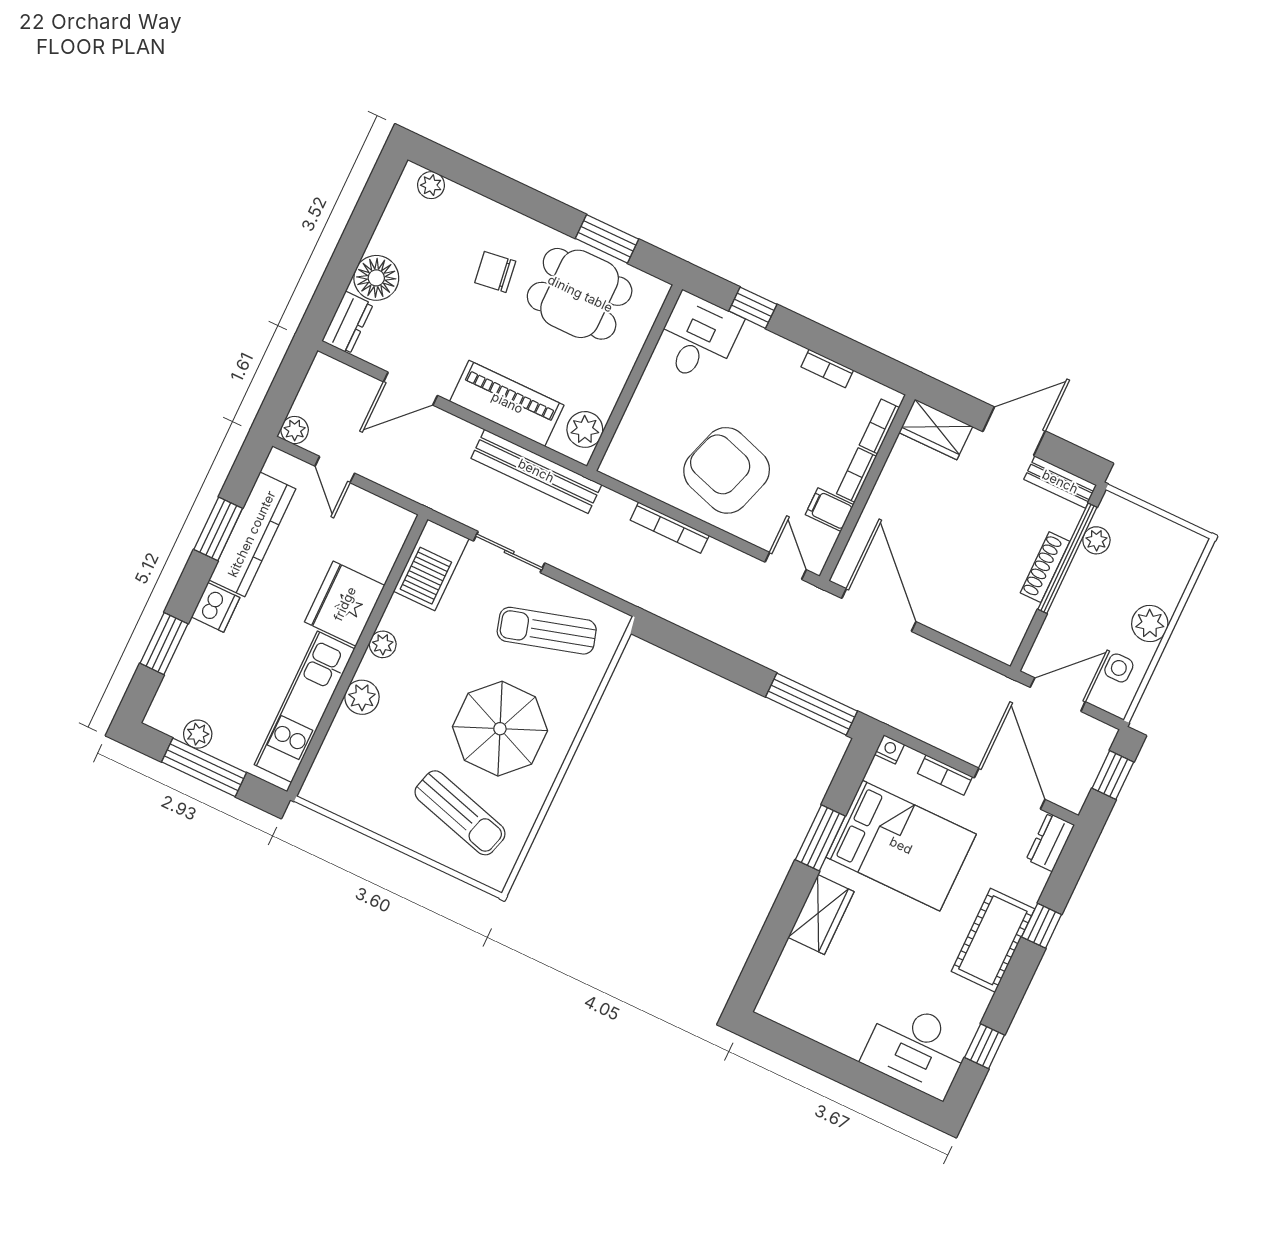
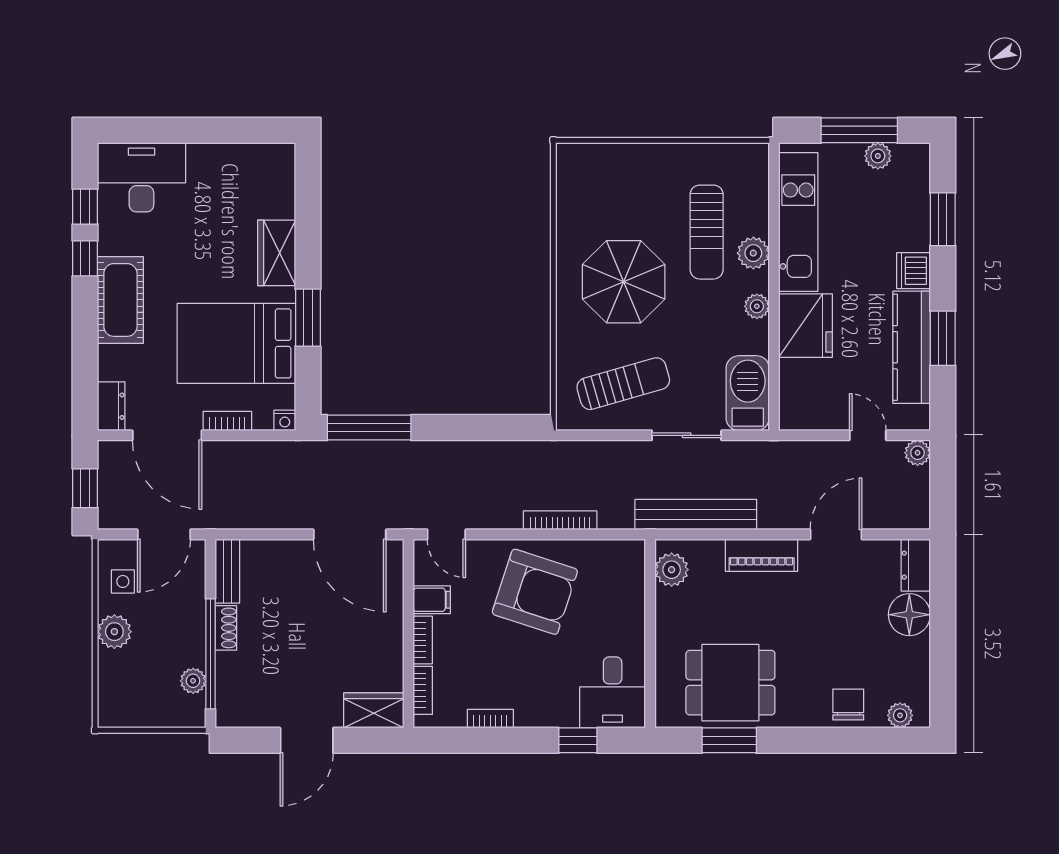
chair: (495, 272) -> (848, 704), moved, turned -82
piano: (507, 403) -> (762, 555), width x0.73, depth x0.75
bench: (1060, 482) -> (227, 571), moved, turned 90
shoe rack: (1045, 567) -> (226, 628), width x0.70
sun lounger: (460, 813) -> (707, 232), moved, turned -106
window: (1042, 926) -> (85, 258), moved

